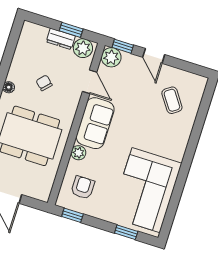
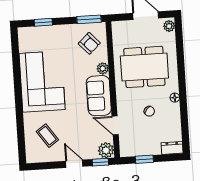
dresser: (61, 39) -> (172, 148), moved
plant: (83, 48) -> (130, 149), removed
armchair: (83, 188) -> (89, 43), turned -43
corner sofa: (146, 190) -> (42, 81), moved
window: (72, 215) -> (89, 19), width x1.50

